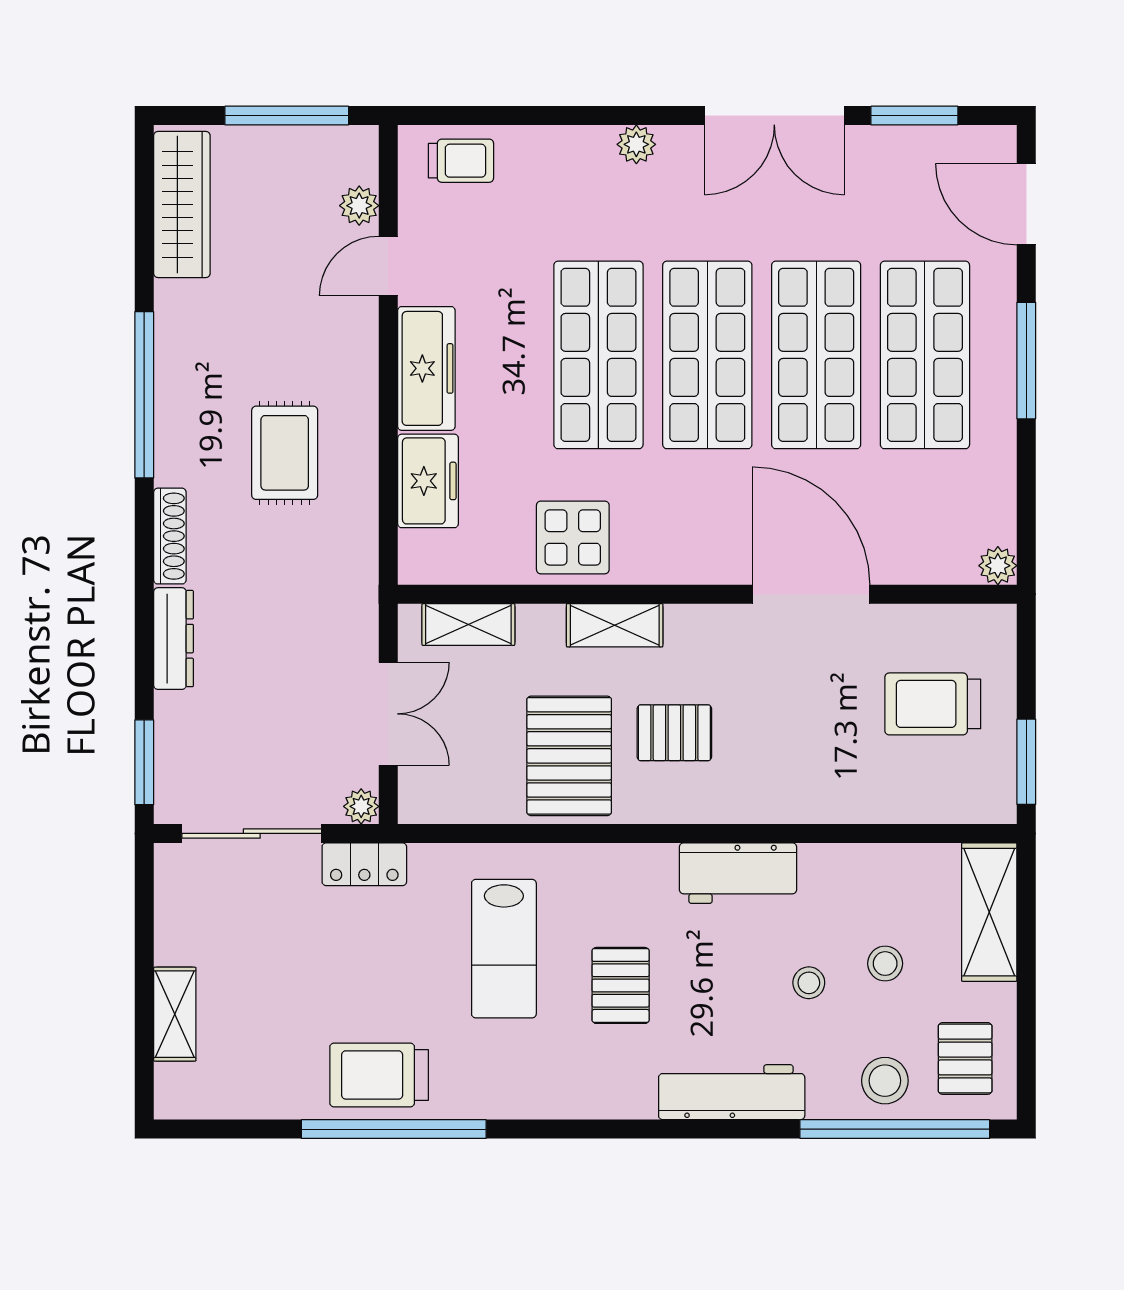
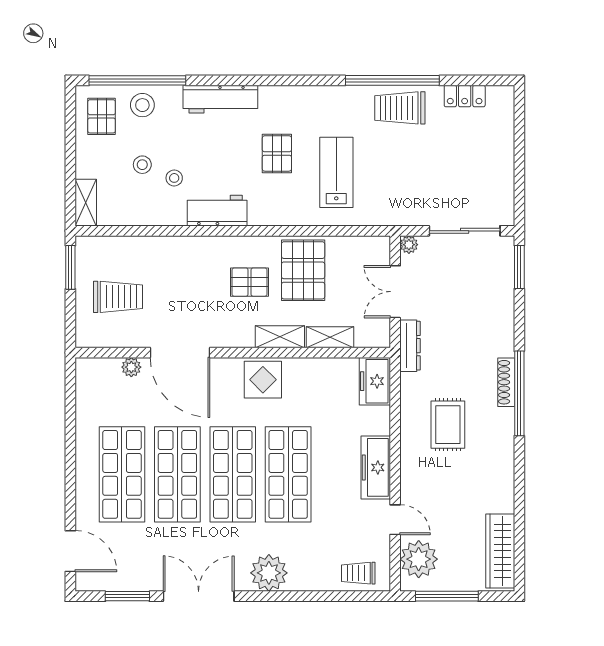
plant: (636, 144) -> (269, 573), width x1.87, depth x1.87
plant: (359, 206) -> (419, 559), width x1.88, depth x1.88
door: (388, 266) -> (395, 520), hinge flipped
window: (1026, 361) -> (70, 471), removed
window: (144, 395) -> (519, 393), moved
freezer: (428, 481) -> (375, 381), moved
display table: (573, 537) -> (263, 380), moved
plant: (998, 566) -> (131, 367), moved
shelving: (468, 624) -> (330, 337), moved
dresser: (174, 639) -> (410, 346), moved, turned 180
locker: (364, 864) -> (465, 96), moved, turned 180
shelving: (989, 912) -> (86, 203), width x0.67, depth x0.75
stool: (809, 983) -> (174, 178), moved
shelving: (175, 1014) -> (504, 139), removed
trolley: (379, 1075) -> (400, 108), turned 180

